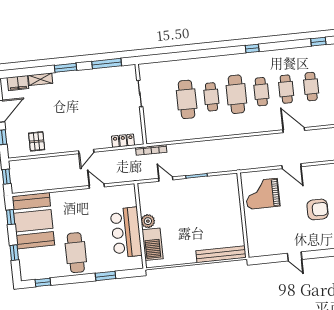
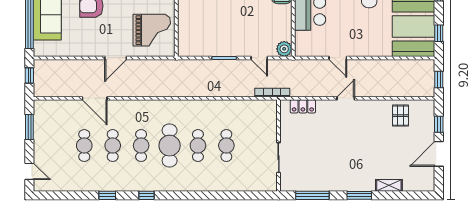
window: (318, 42) -> (107, 195), moved
filing cabinet: (18, 83) -> (415, 184), removed
cafe table: (187, 99) -> (226, 146), width x0.73, depth x0.74
door: (294, 130) -> (95, 98), moved
door: (292, 166) -> (116, 58), swing flipped
plant: (148, 221) -> (284, 49), moved

